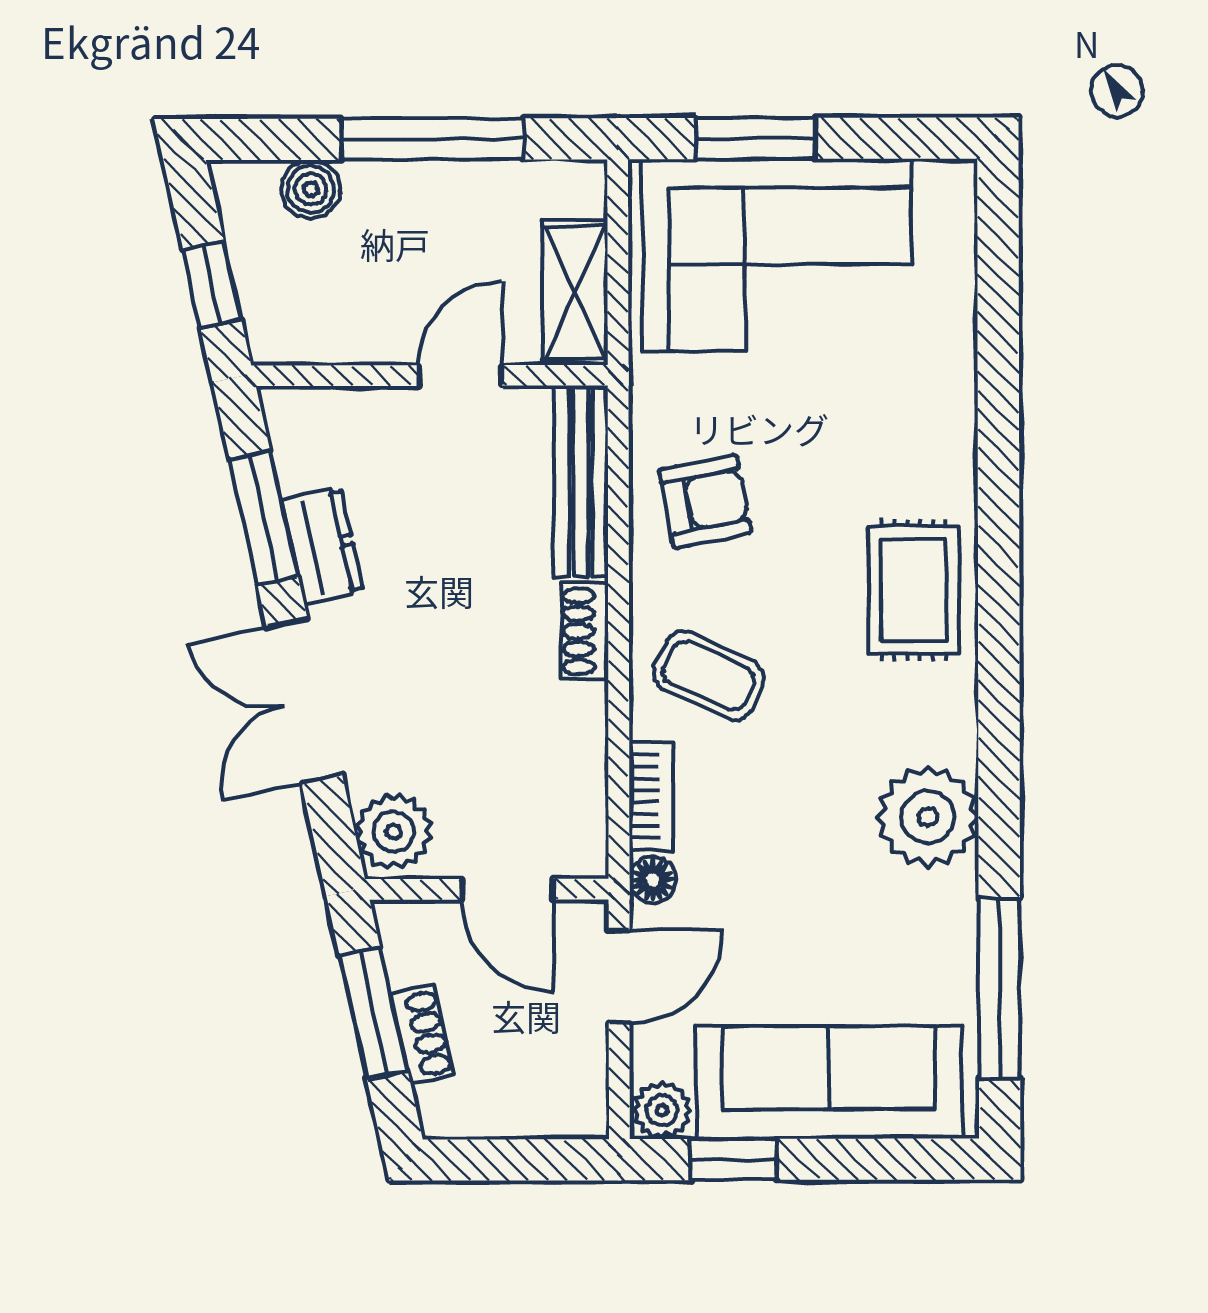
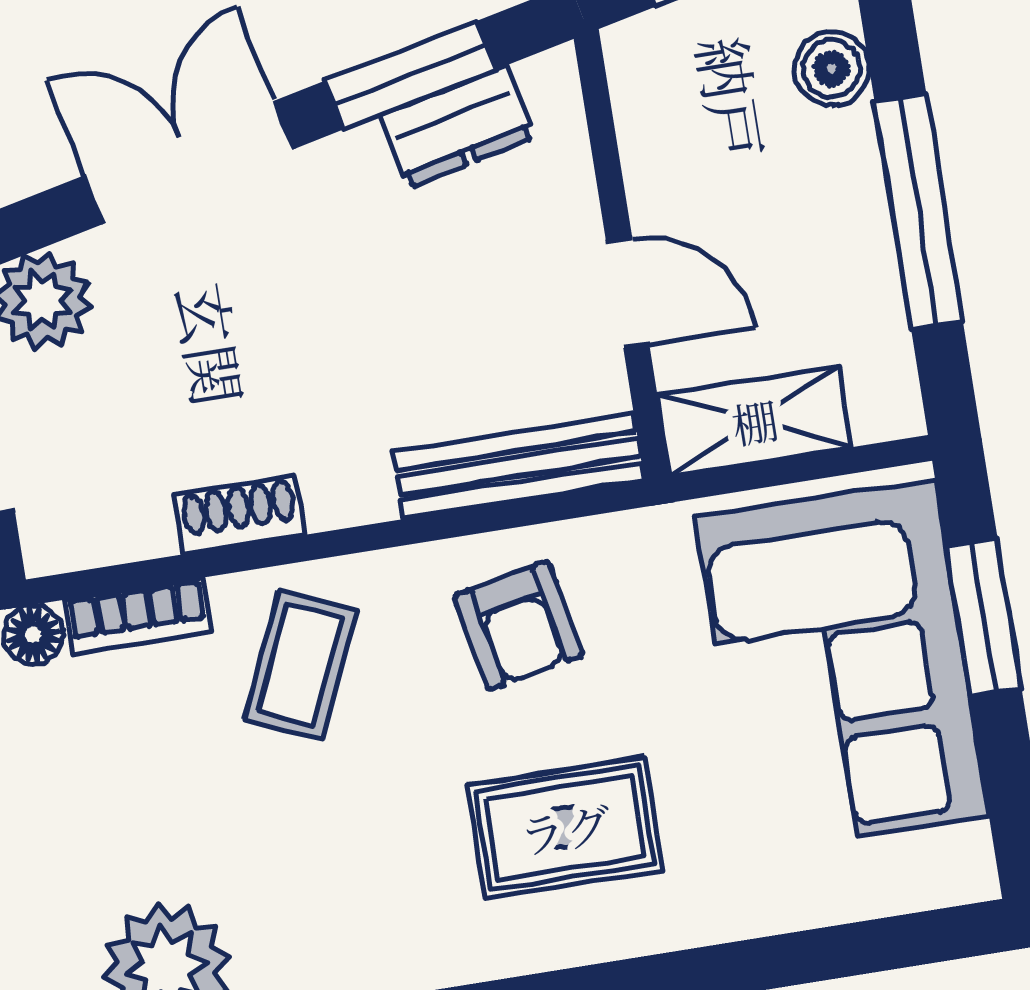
dresser: (322, 546) -> (457, 126), moved
rug: (914, 590) -> (565, 828), moved
shoe rack: (585, 631) -> (240, 515), moved

